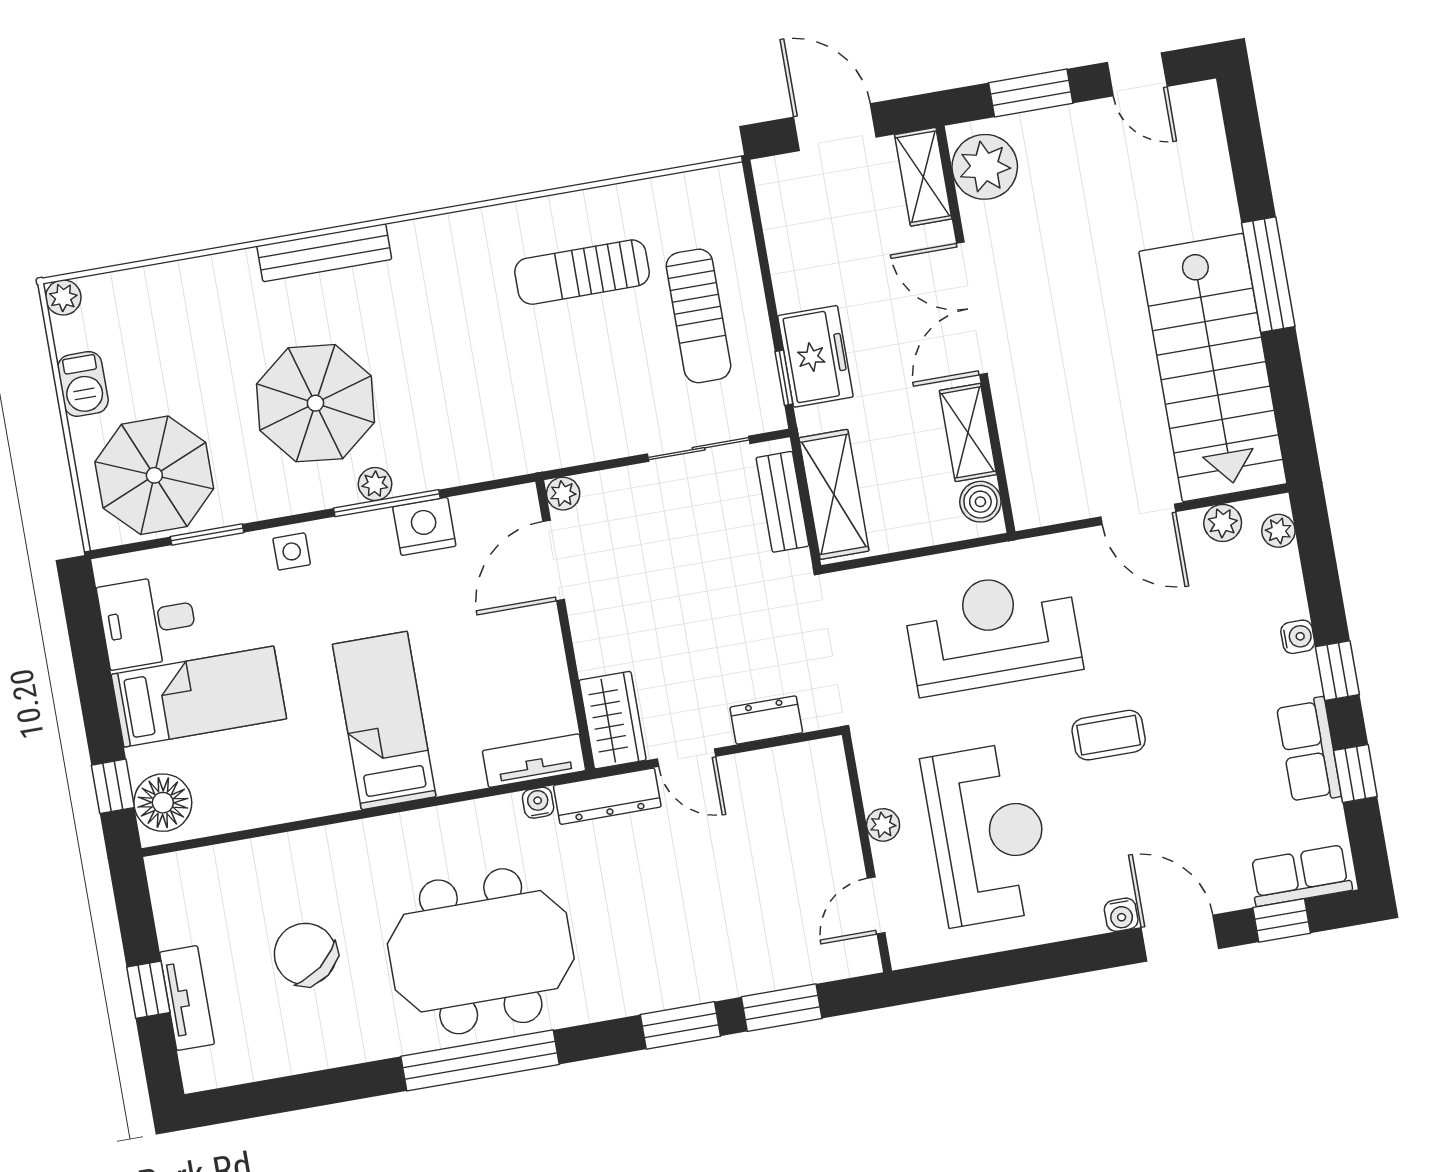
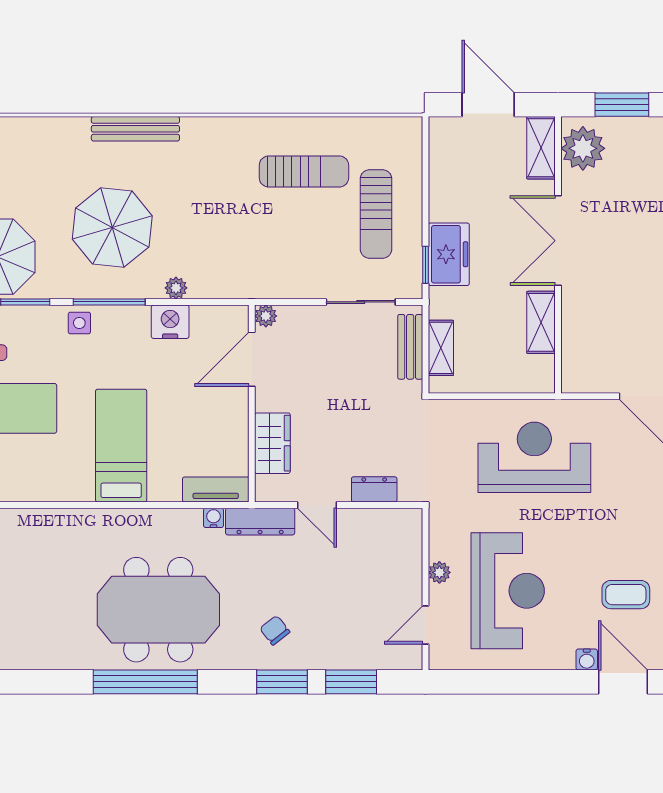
sun lounger: (582, 272) -> (304, 171), turned 180
plant: (375, 484) -> (176, 288), moved
shelving: (834, 494) -> (441, 348), width x0.67, depth x0.75
boiler: (980, 502) -> (541, 370), removed
window: (387, 503) -> (109, 302), moved
wardrobe: (613, 720) -> (272, 443), moved
coffee table: (1109, 735) -> (626, 595), moved
chair: (305, 954) -> (275, 630), moved, width x0.54, depth x0.54

